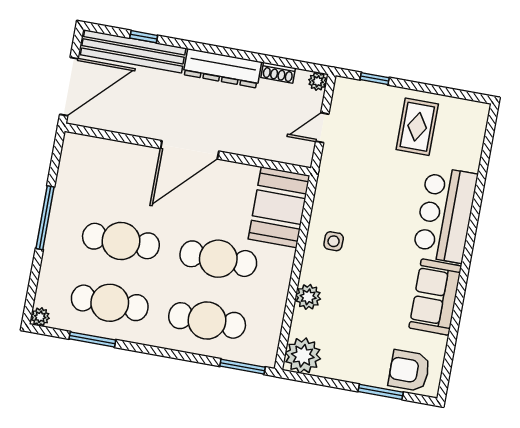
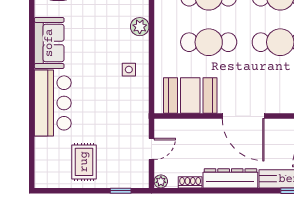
door: (190, 150) -> (243, 116), swing flipped
booth: (279, 207) -> (190, 95), moved, turned 90

